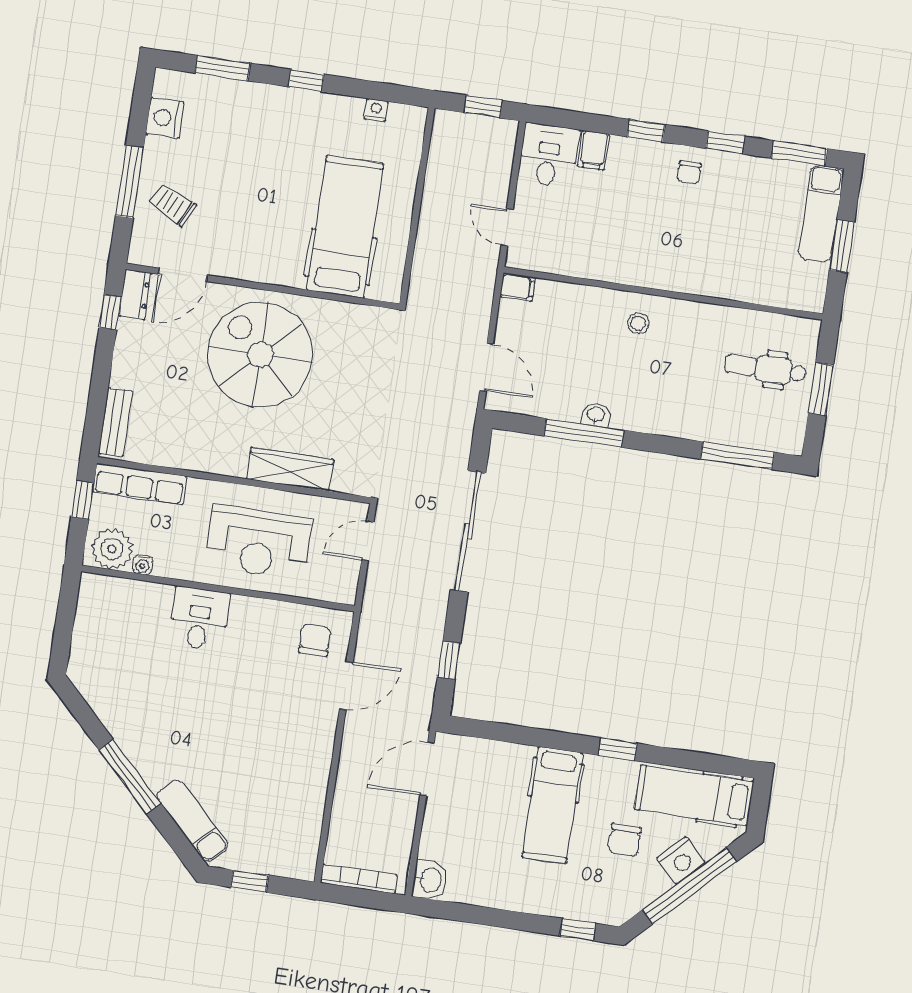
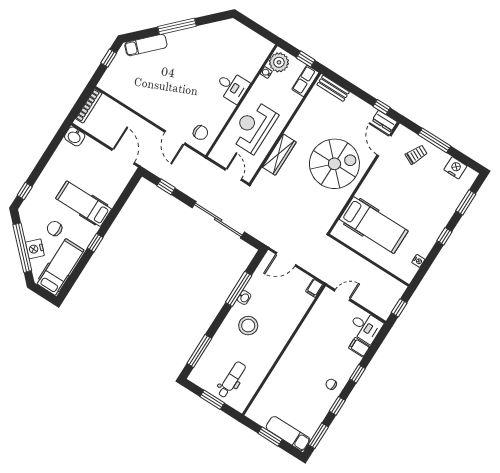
stool: (638, 323) -> (248, 326), moved, width x1.89, depth x1.89
row of seats: (140, 484) -> (305, 81), width x0.68

